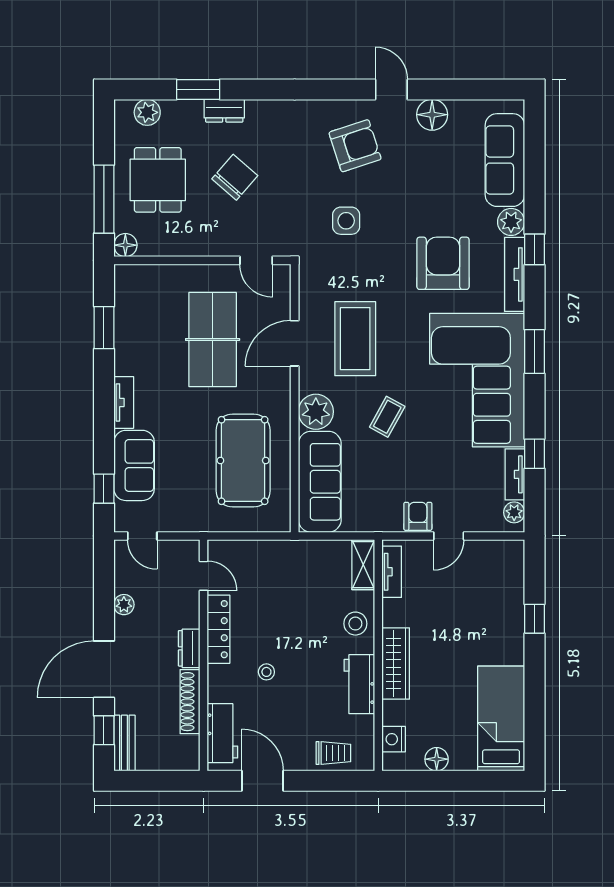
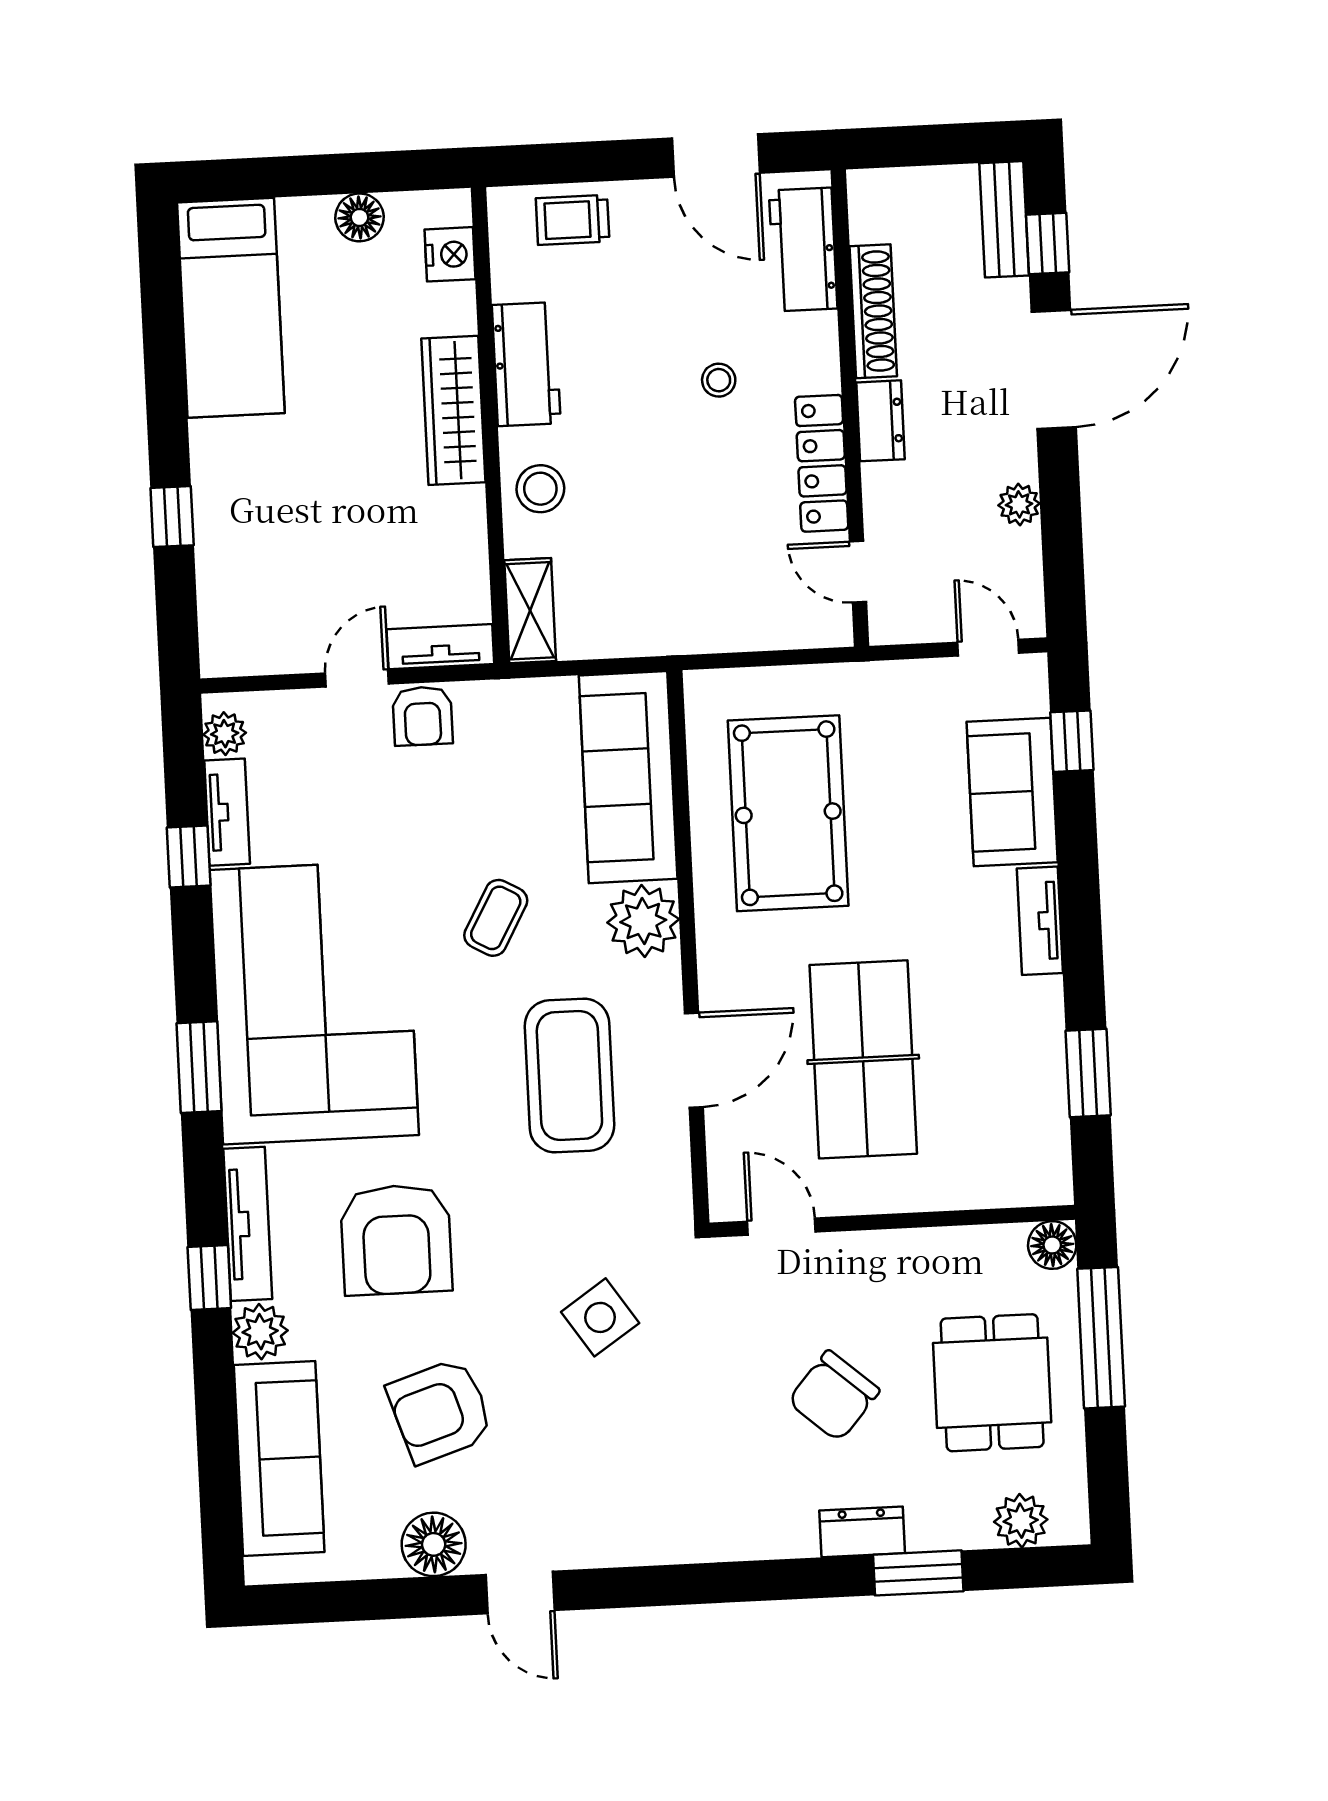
armchair: (355, 146) -> (440, 1411), moved
side table: (346, 221) -> (600, 1317), turned -34
tv unit: (392, 572) -> (440, 647), moved, turned 90

